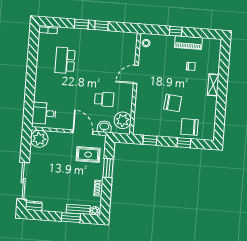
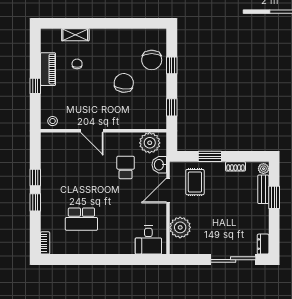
shelving: (213, 85) -> (75, 35), moved
plant: (39, 139) -> (180, 227), moved

